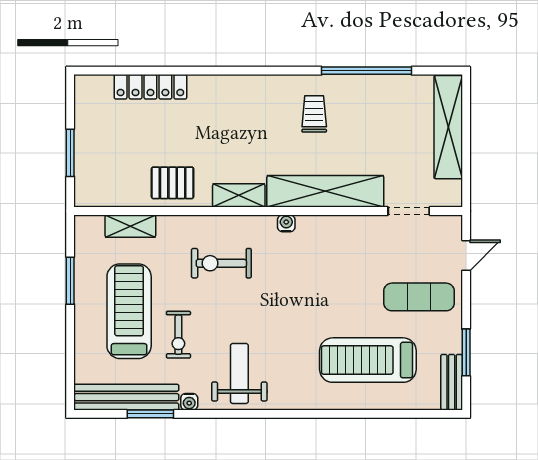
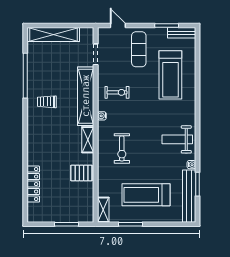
pallet: (173, 183) -> (81, 173), turned 90
shelving: (130, 226) -> (103, 210), moved
exercise bike: (178, 335) -> (117, 92), moved

